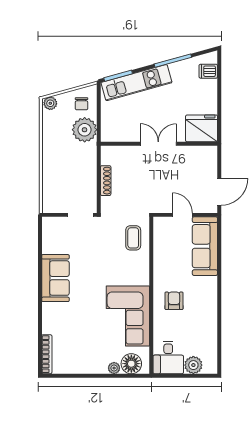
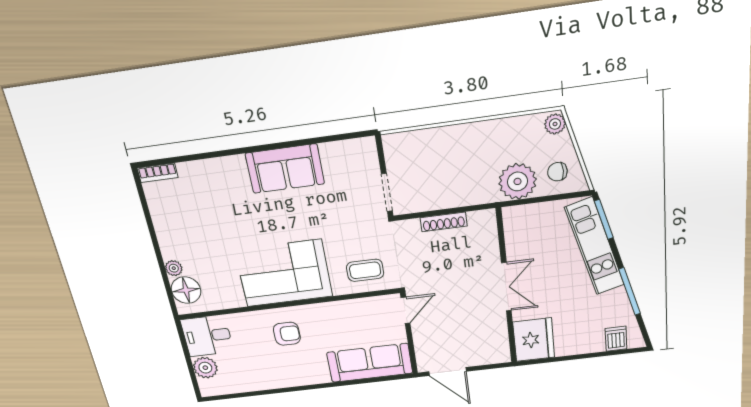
door: (182, 215) -> (405, 310), moved
corner sofa: (128, 316) -> (284, 273), moved
bookcase: (47, 354) -> (158, 173), width x0.64

